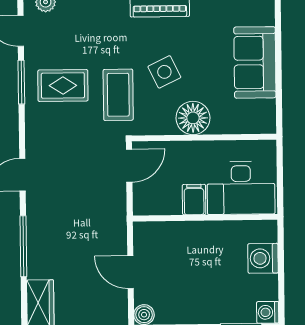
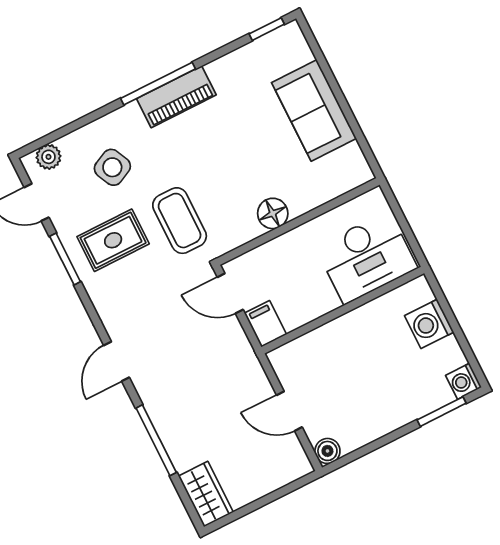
side table: (164, 72) -> (112, 167), moved
floor lamp: (193, 118) -> (273, 213), width x0.73, depth x0.73
door: (129, 166) -> (230, 293), swing flipped
filing cabinet: (194, 200) -> (265, 324), moved

